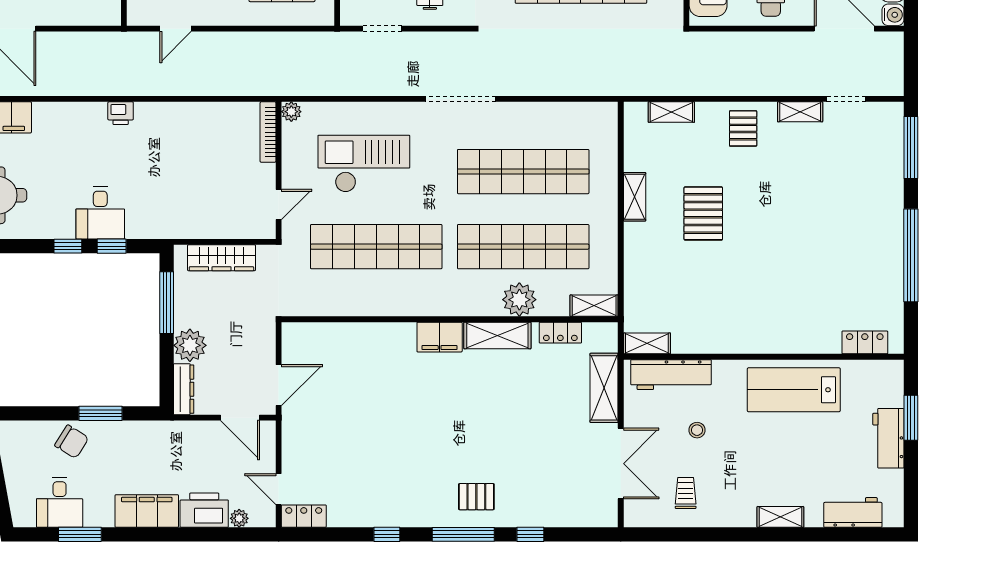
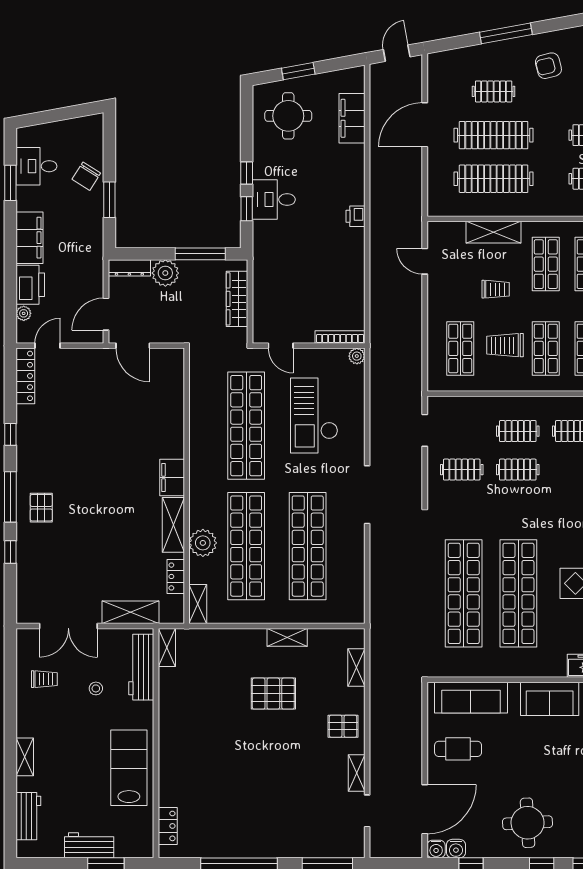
checkout: (364, 164) -> (314, 416), turned 180
locker: (304, 516) -> (25, 376), width x1.53

